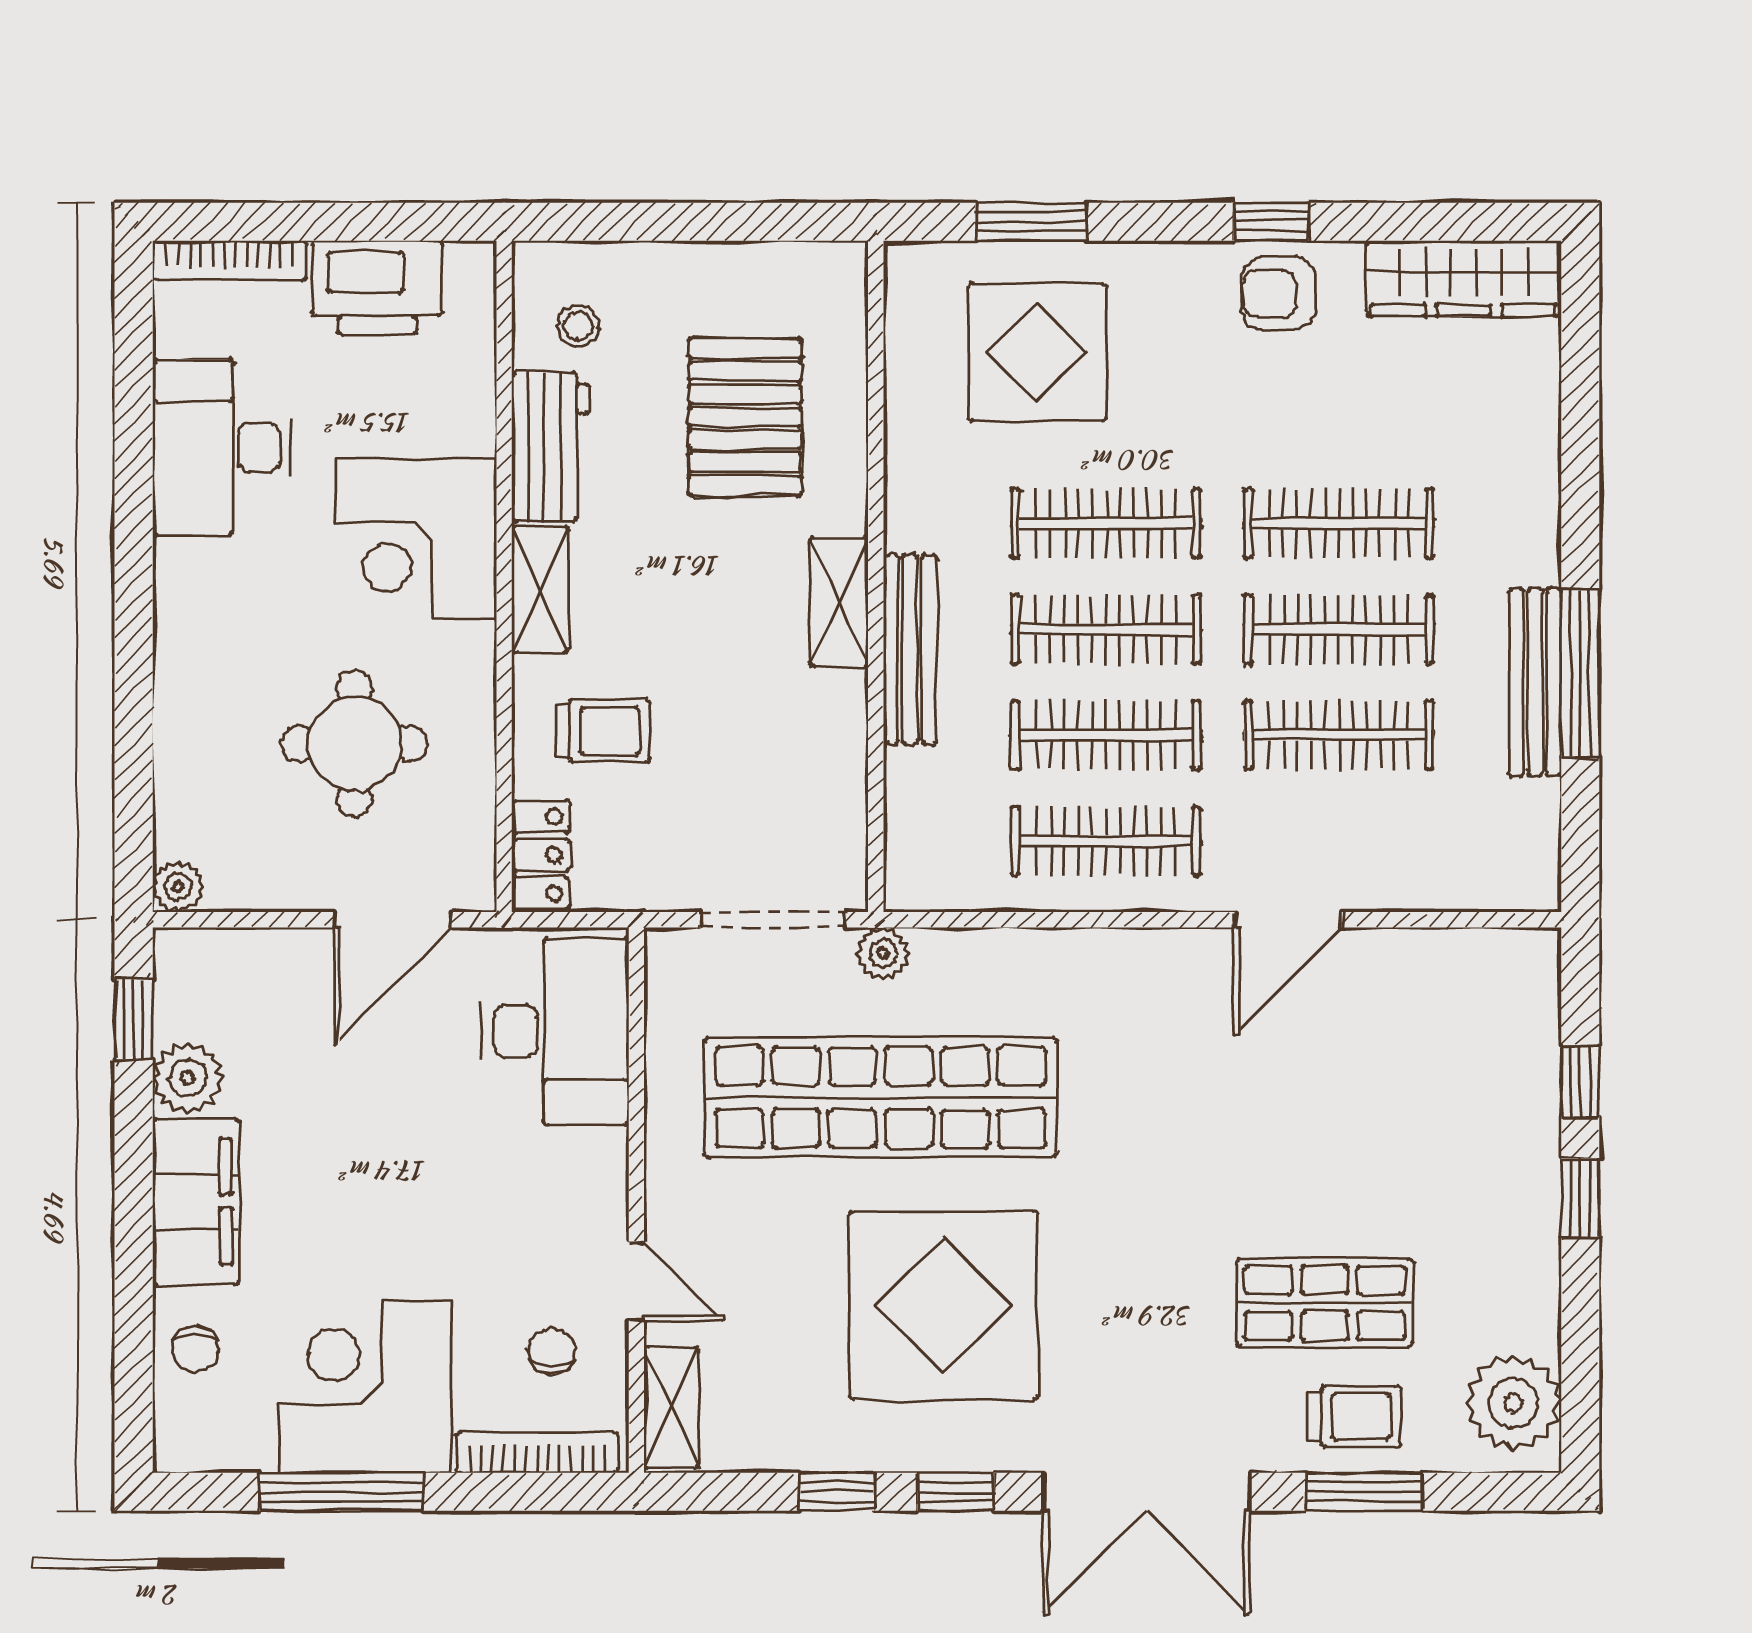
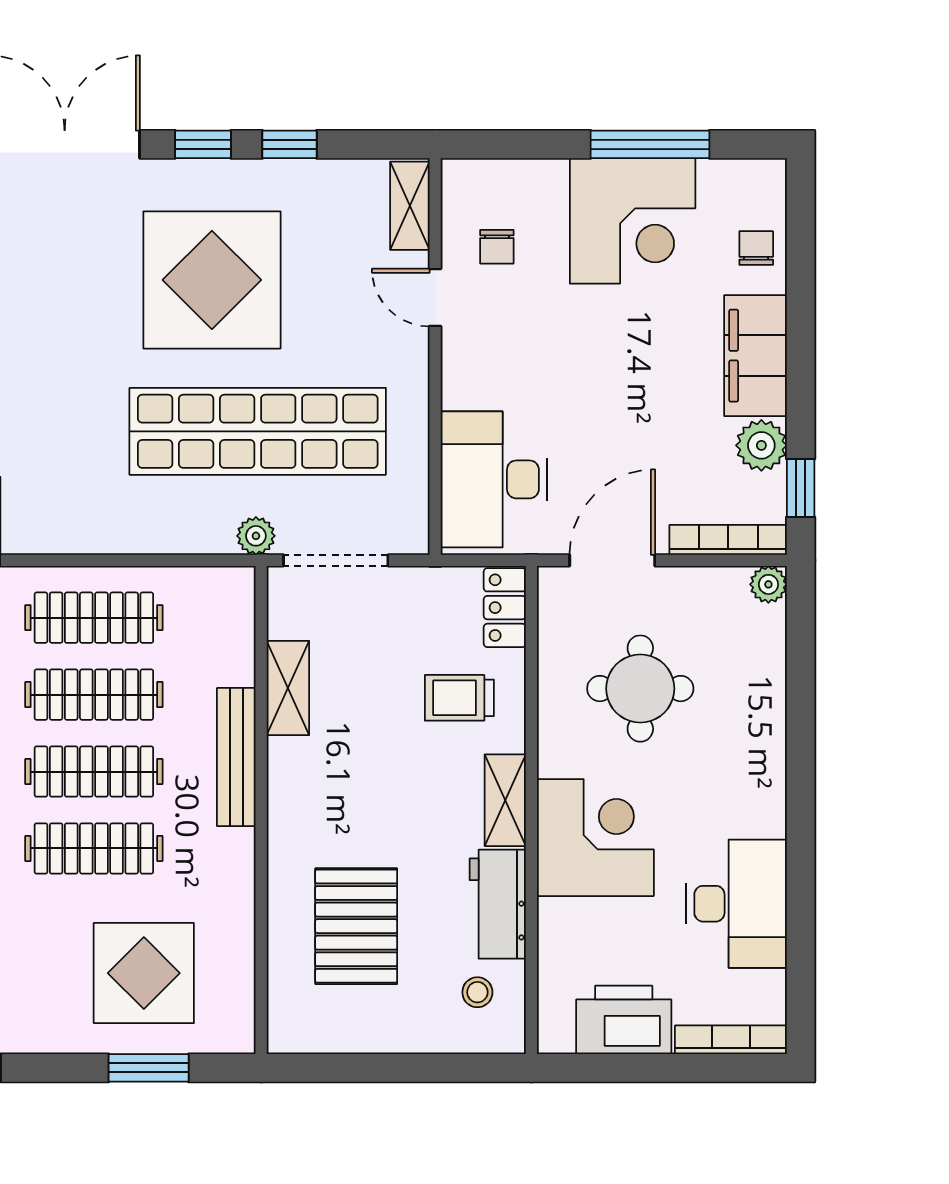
shelving: (839, 602) -> (288, 688), moved
bookcase: (537, 1452) -> (728, 540), moved, turned 180

